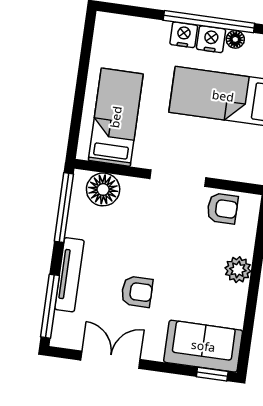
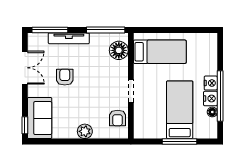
doorway: (178, 178) -> (131, 91), width x0.73
armchair: (137, 292) -> (65, 77), turned 180

